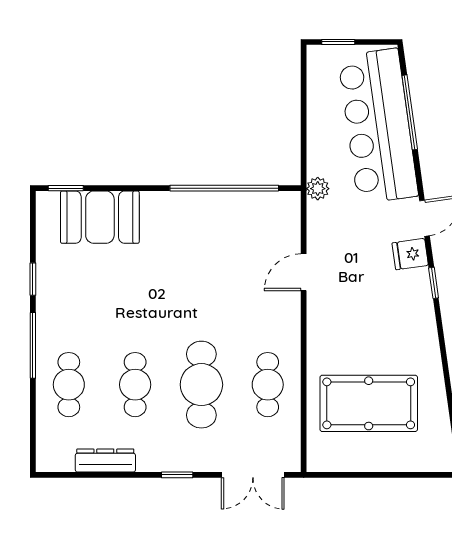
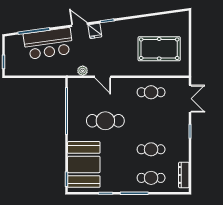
bar counter: (378, 126) -> (48, 44), width x0.73
plant: (318, 189) -> (83, 71), moved
booth: (100, 217) -> (84, 164), width x1.36, depth x1.42
cafe table: (201, 385) -> (105, 121), moved
pool table: (369, 403) -> (159, 49), turned 90
dresser: (105, 461) -> (184, 175), moved

